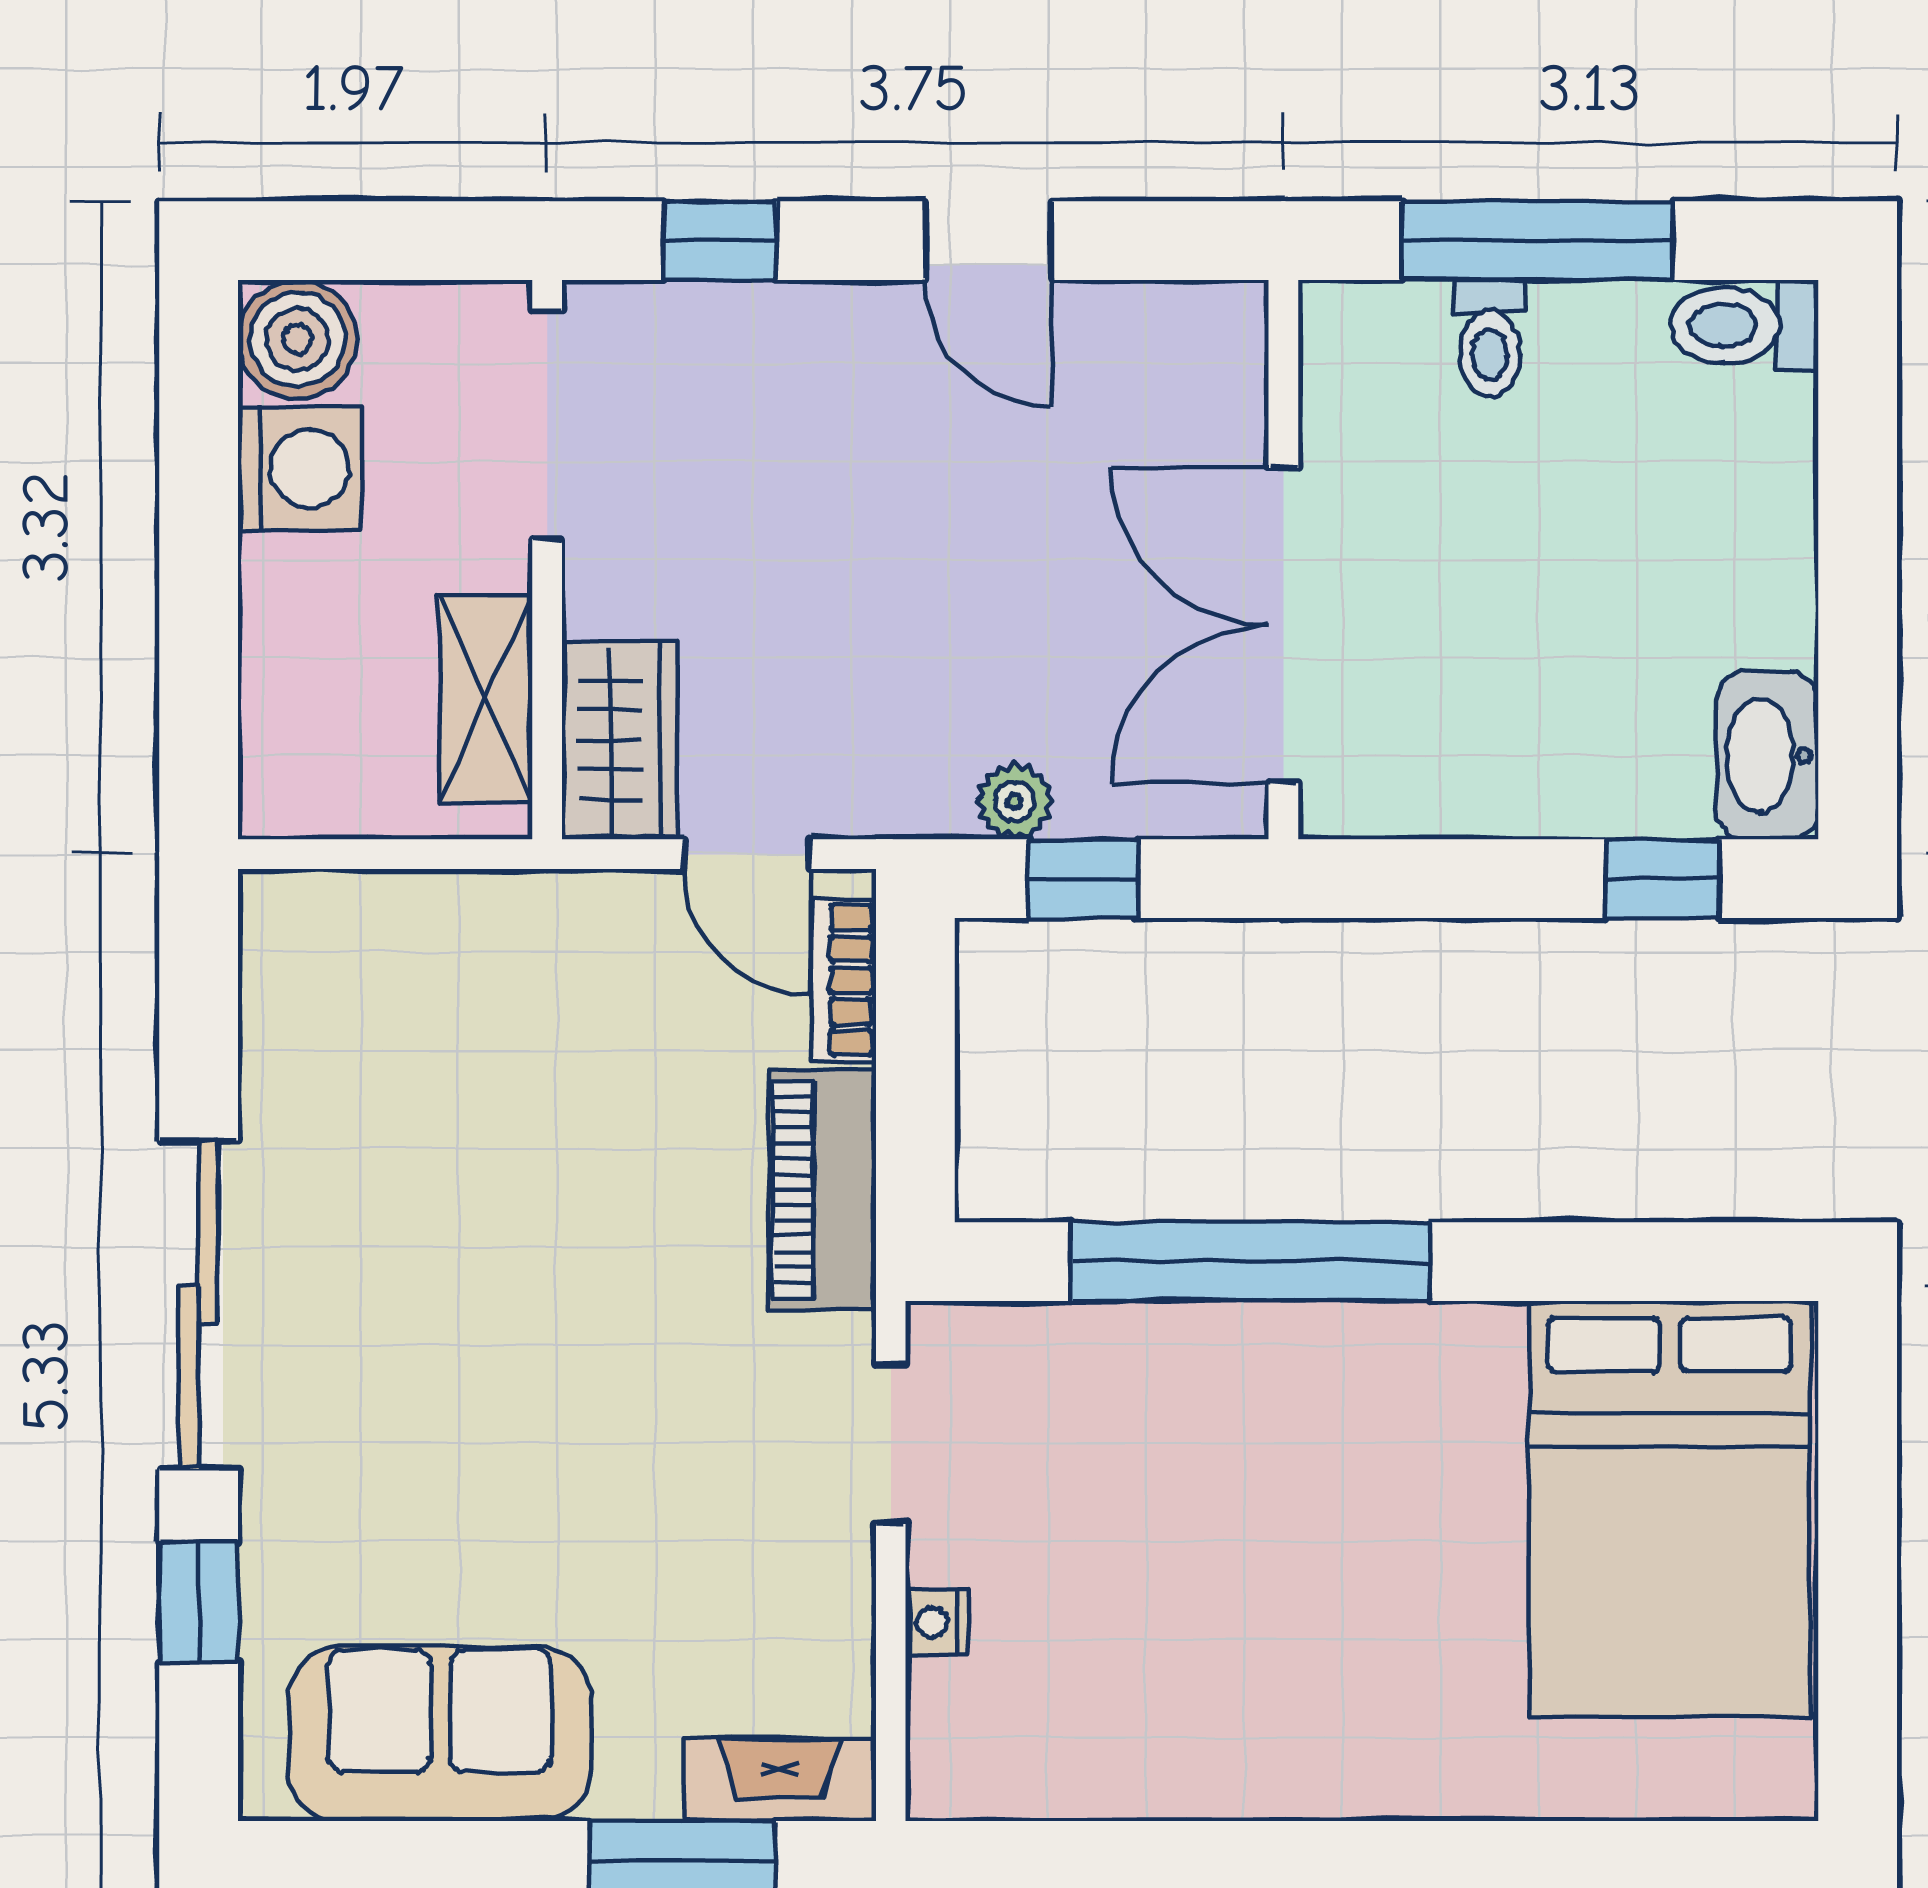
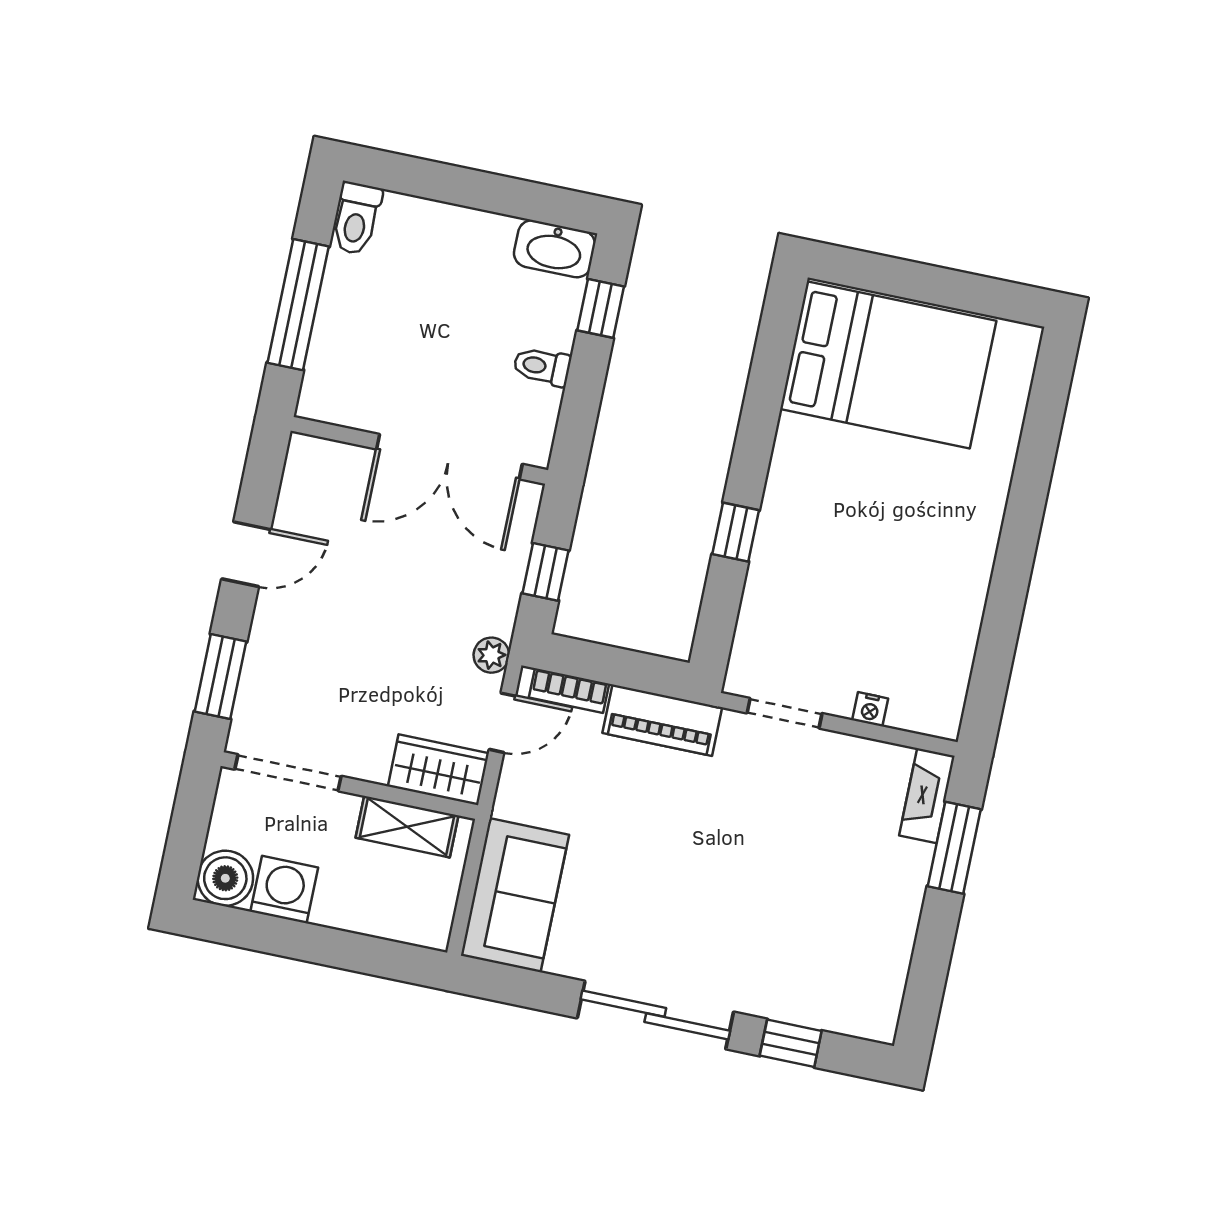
window: (720, 241) -> (221, 677), width x1.50
toilet: (1490, 338) -> (542, 366), moved, turned 180
plant: (1015, 801) -> (491, 655), moved
window: (1250, 1262) -> (736, 532), width x0.32
sofa: (440, 1734) -> (515, 895), moved, turned 180

